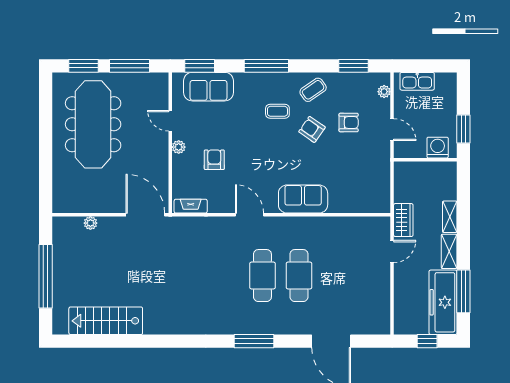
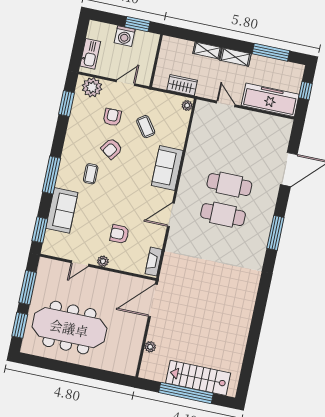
sofa: (209, 87) -> (62, 210), moved
coffee table: (313, 90) -> (146, 127), moved
plant: (384, 92) -> (92, 87), width x1.88, depth x1.88
washing machine: (438, 148) -> (125, 36), moved, turned -90
plant: (381, 207) -> (187, 105), added
wardrobe: (403, 220) -> (182, 85), moved
freezer: (443, 302) -> (270, 100), moved, turned 180
stairs: (106, 321) -> (198, 378), moved, turned 90

